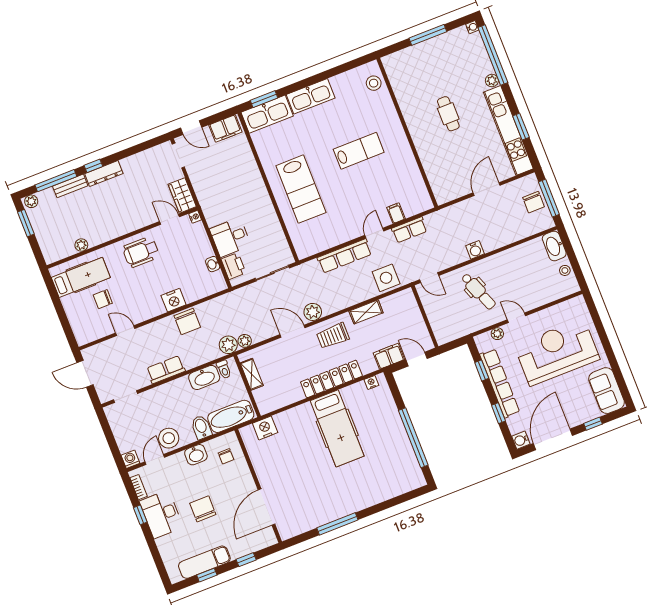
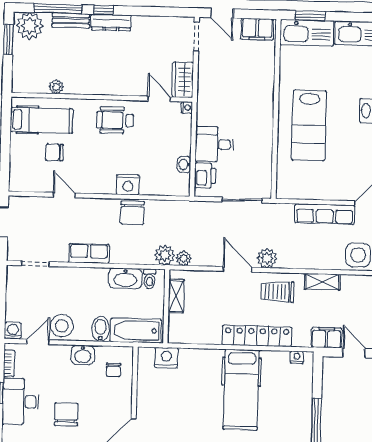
plant: (31, 201) -> (30, 26), width x1.88, depth x1.88

